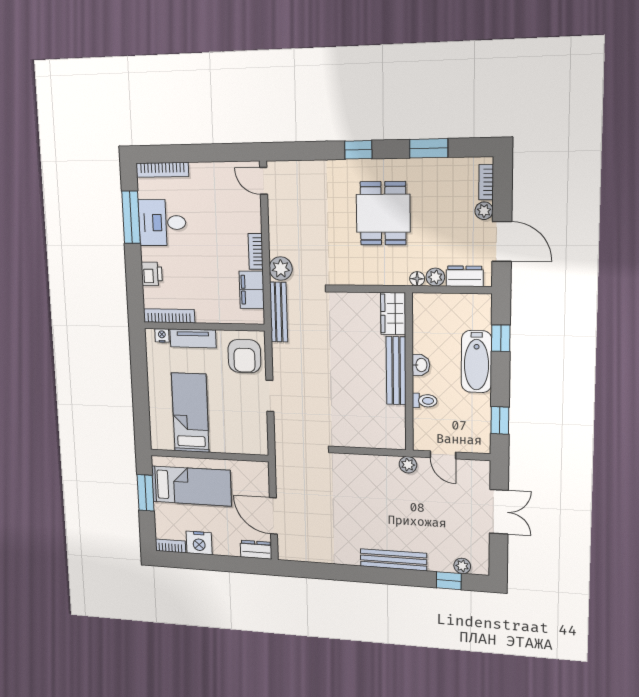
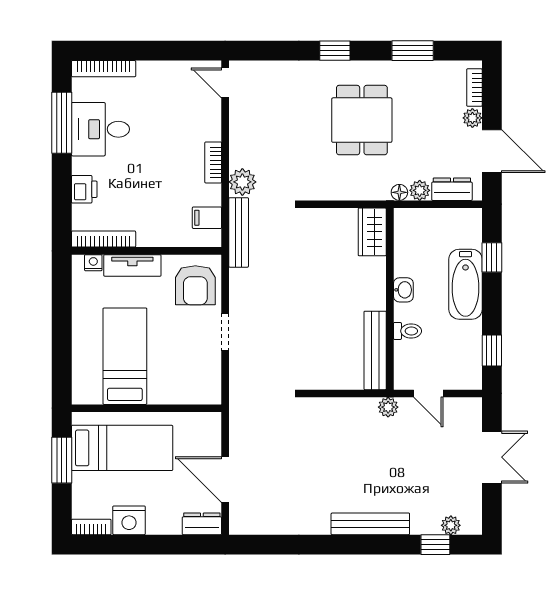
filing cabinet: (252, 290) -> (207, 218), width x0.50
bench: (396, 371) -> (375, 350), moved

